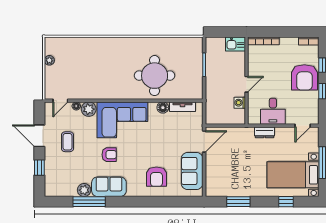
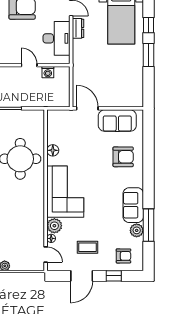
tv unit: (183, 107) -> (52, 130), removed
desk: (273, 111) -> (56, 38), width x1.37
dresser: (265, 132) -> (78, 28), moved
armchair: (109, 155) -> (123, 256), moved, turned 90
window: (238, 202) -> (148, 55), moved

